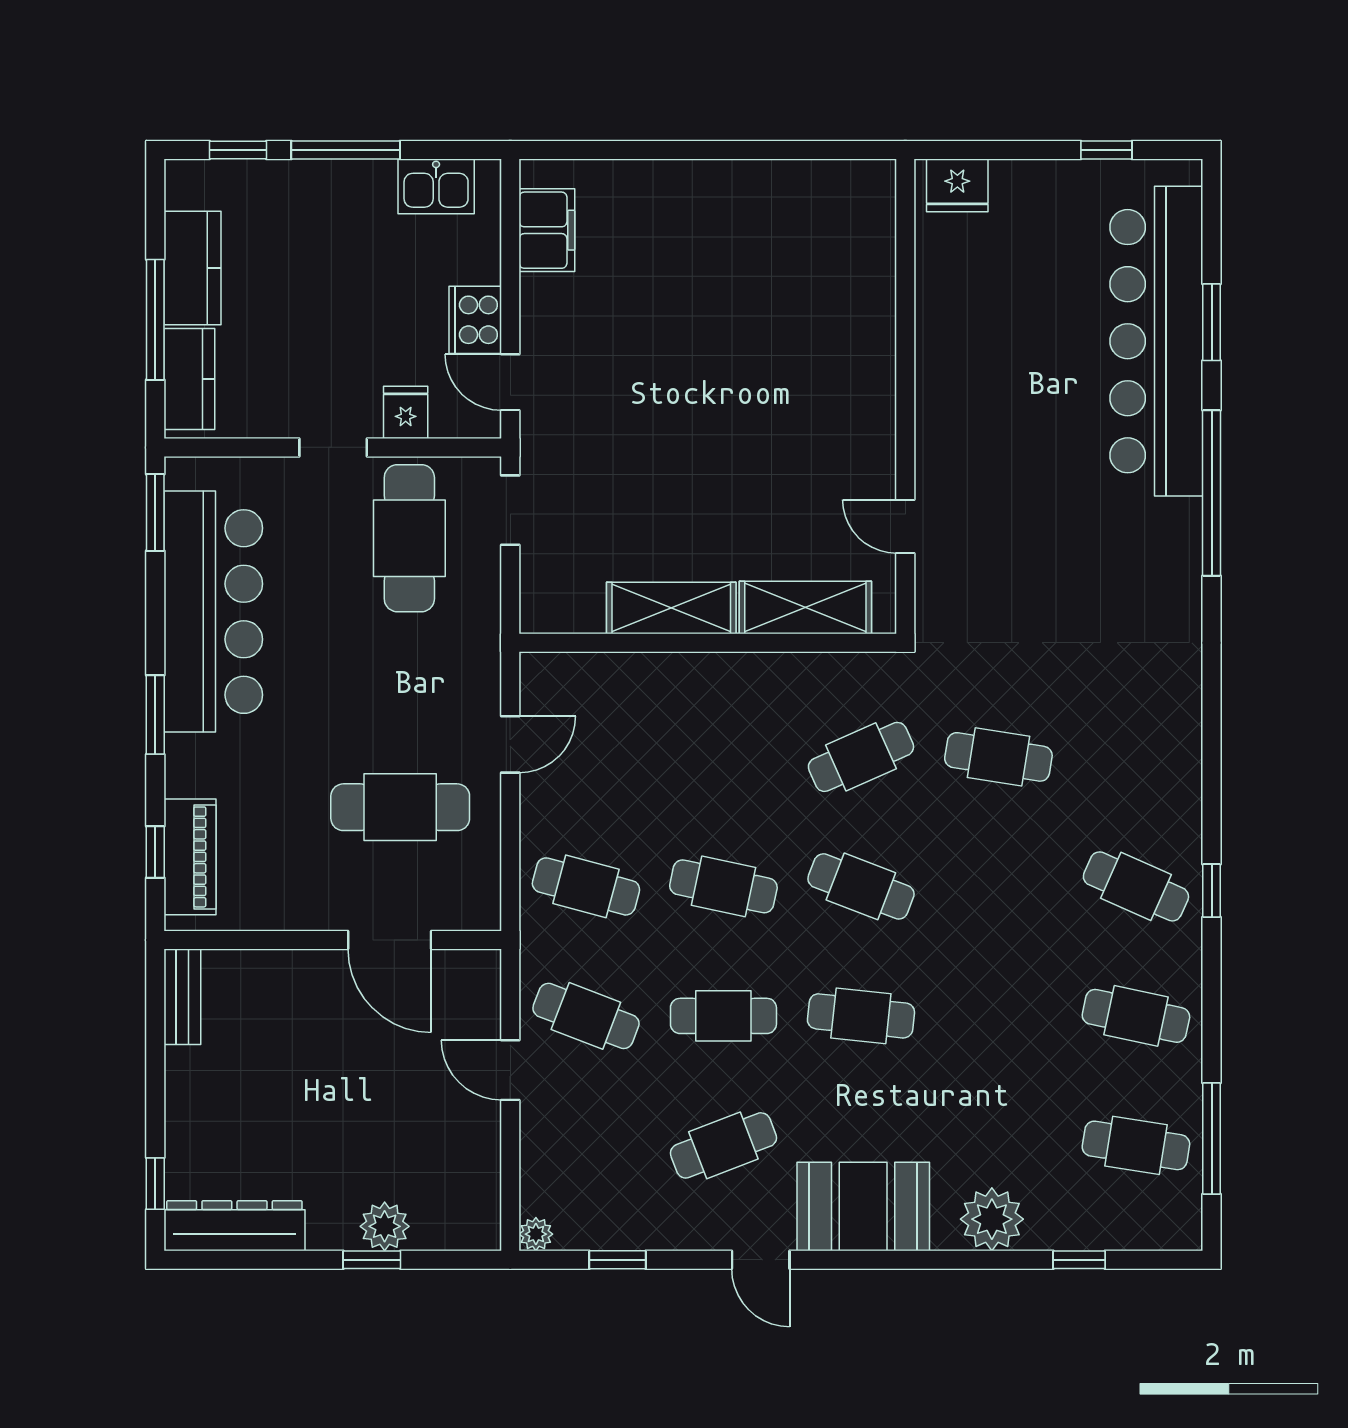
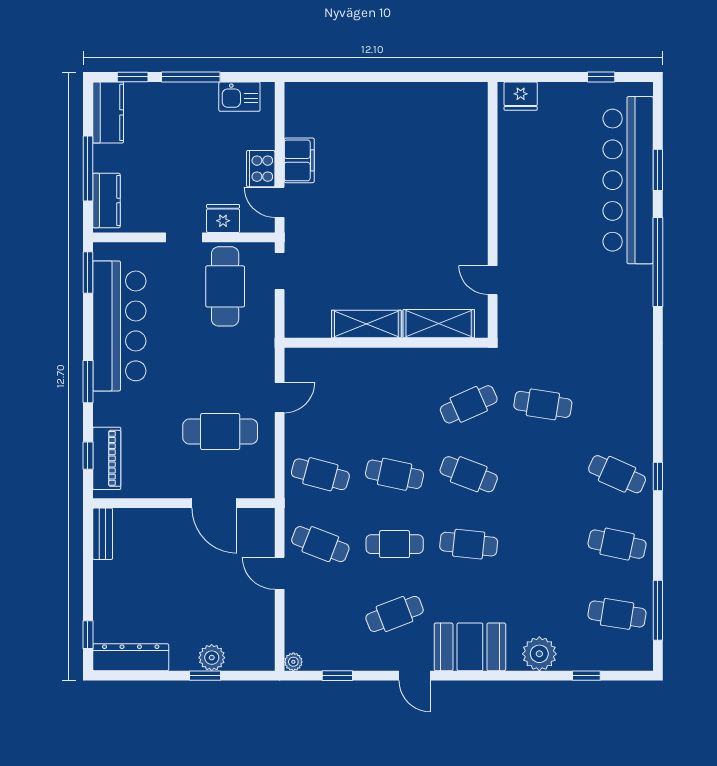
filing cabinet: (547, 230) -> (299, 160), moved
kitchen counter: (193, 268) -> (108, 112), moved
fridge: (406, 412) -> (223, 218), width x1.38

